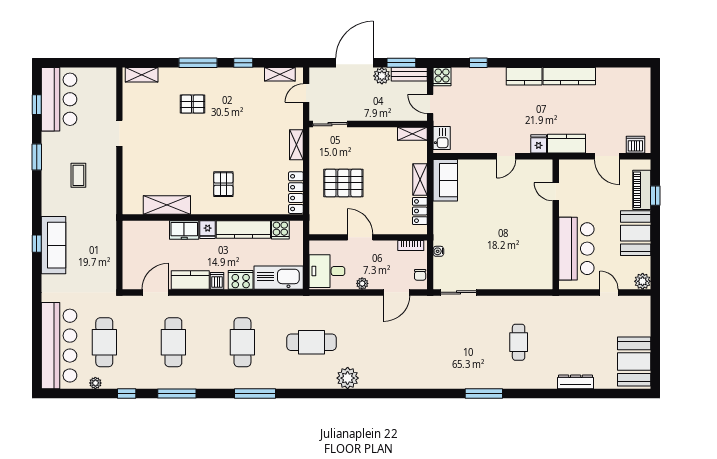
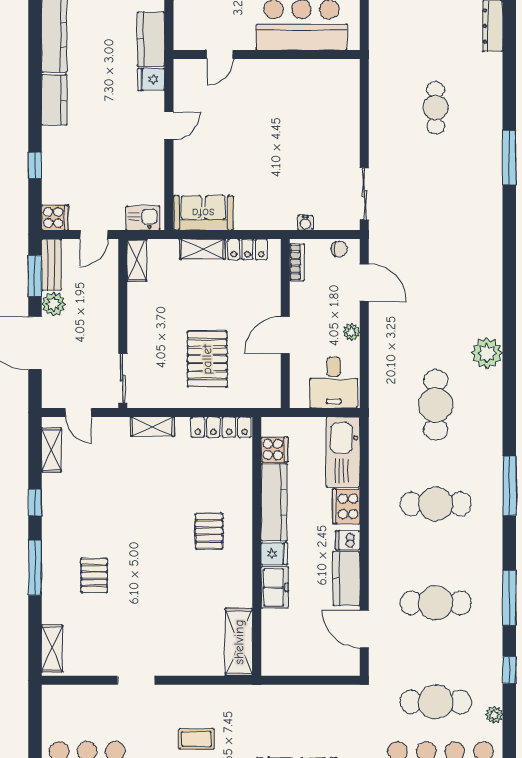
door: (506, 156) -> (169, 125), hinge flipped
pallet: (223, 184) -> (209, 531), turned 90
shelving: (167, 205) -> (239, 642), moved
cafe table: (519, 342) -> (436, 108), turned 90

